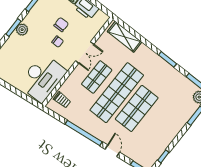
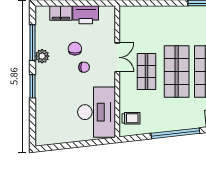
plant: (22, 30) -> (42, 56), moved
shelving: (125, 37) -> (143, 14), removed
shop shelf: (117, 93) -> (177, 71), width x0.71

